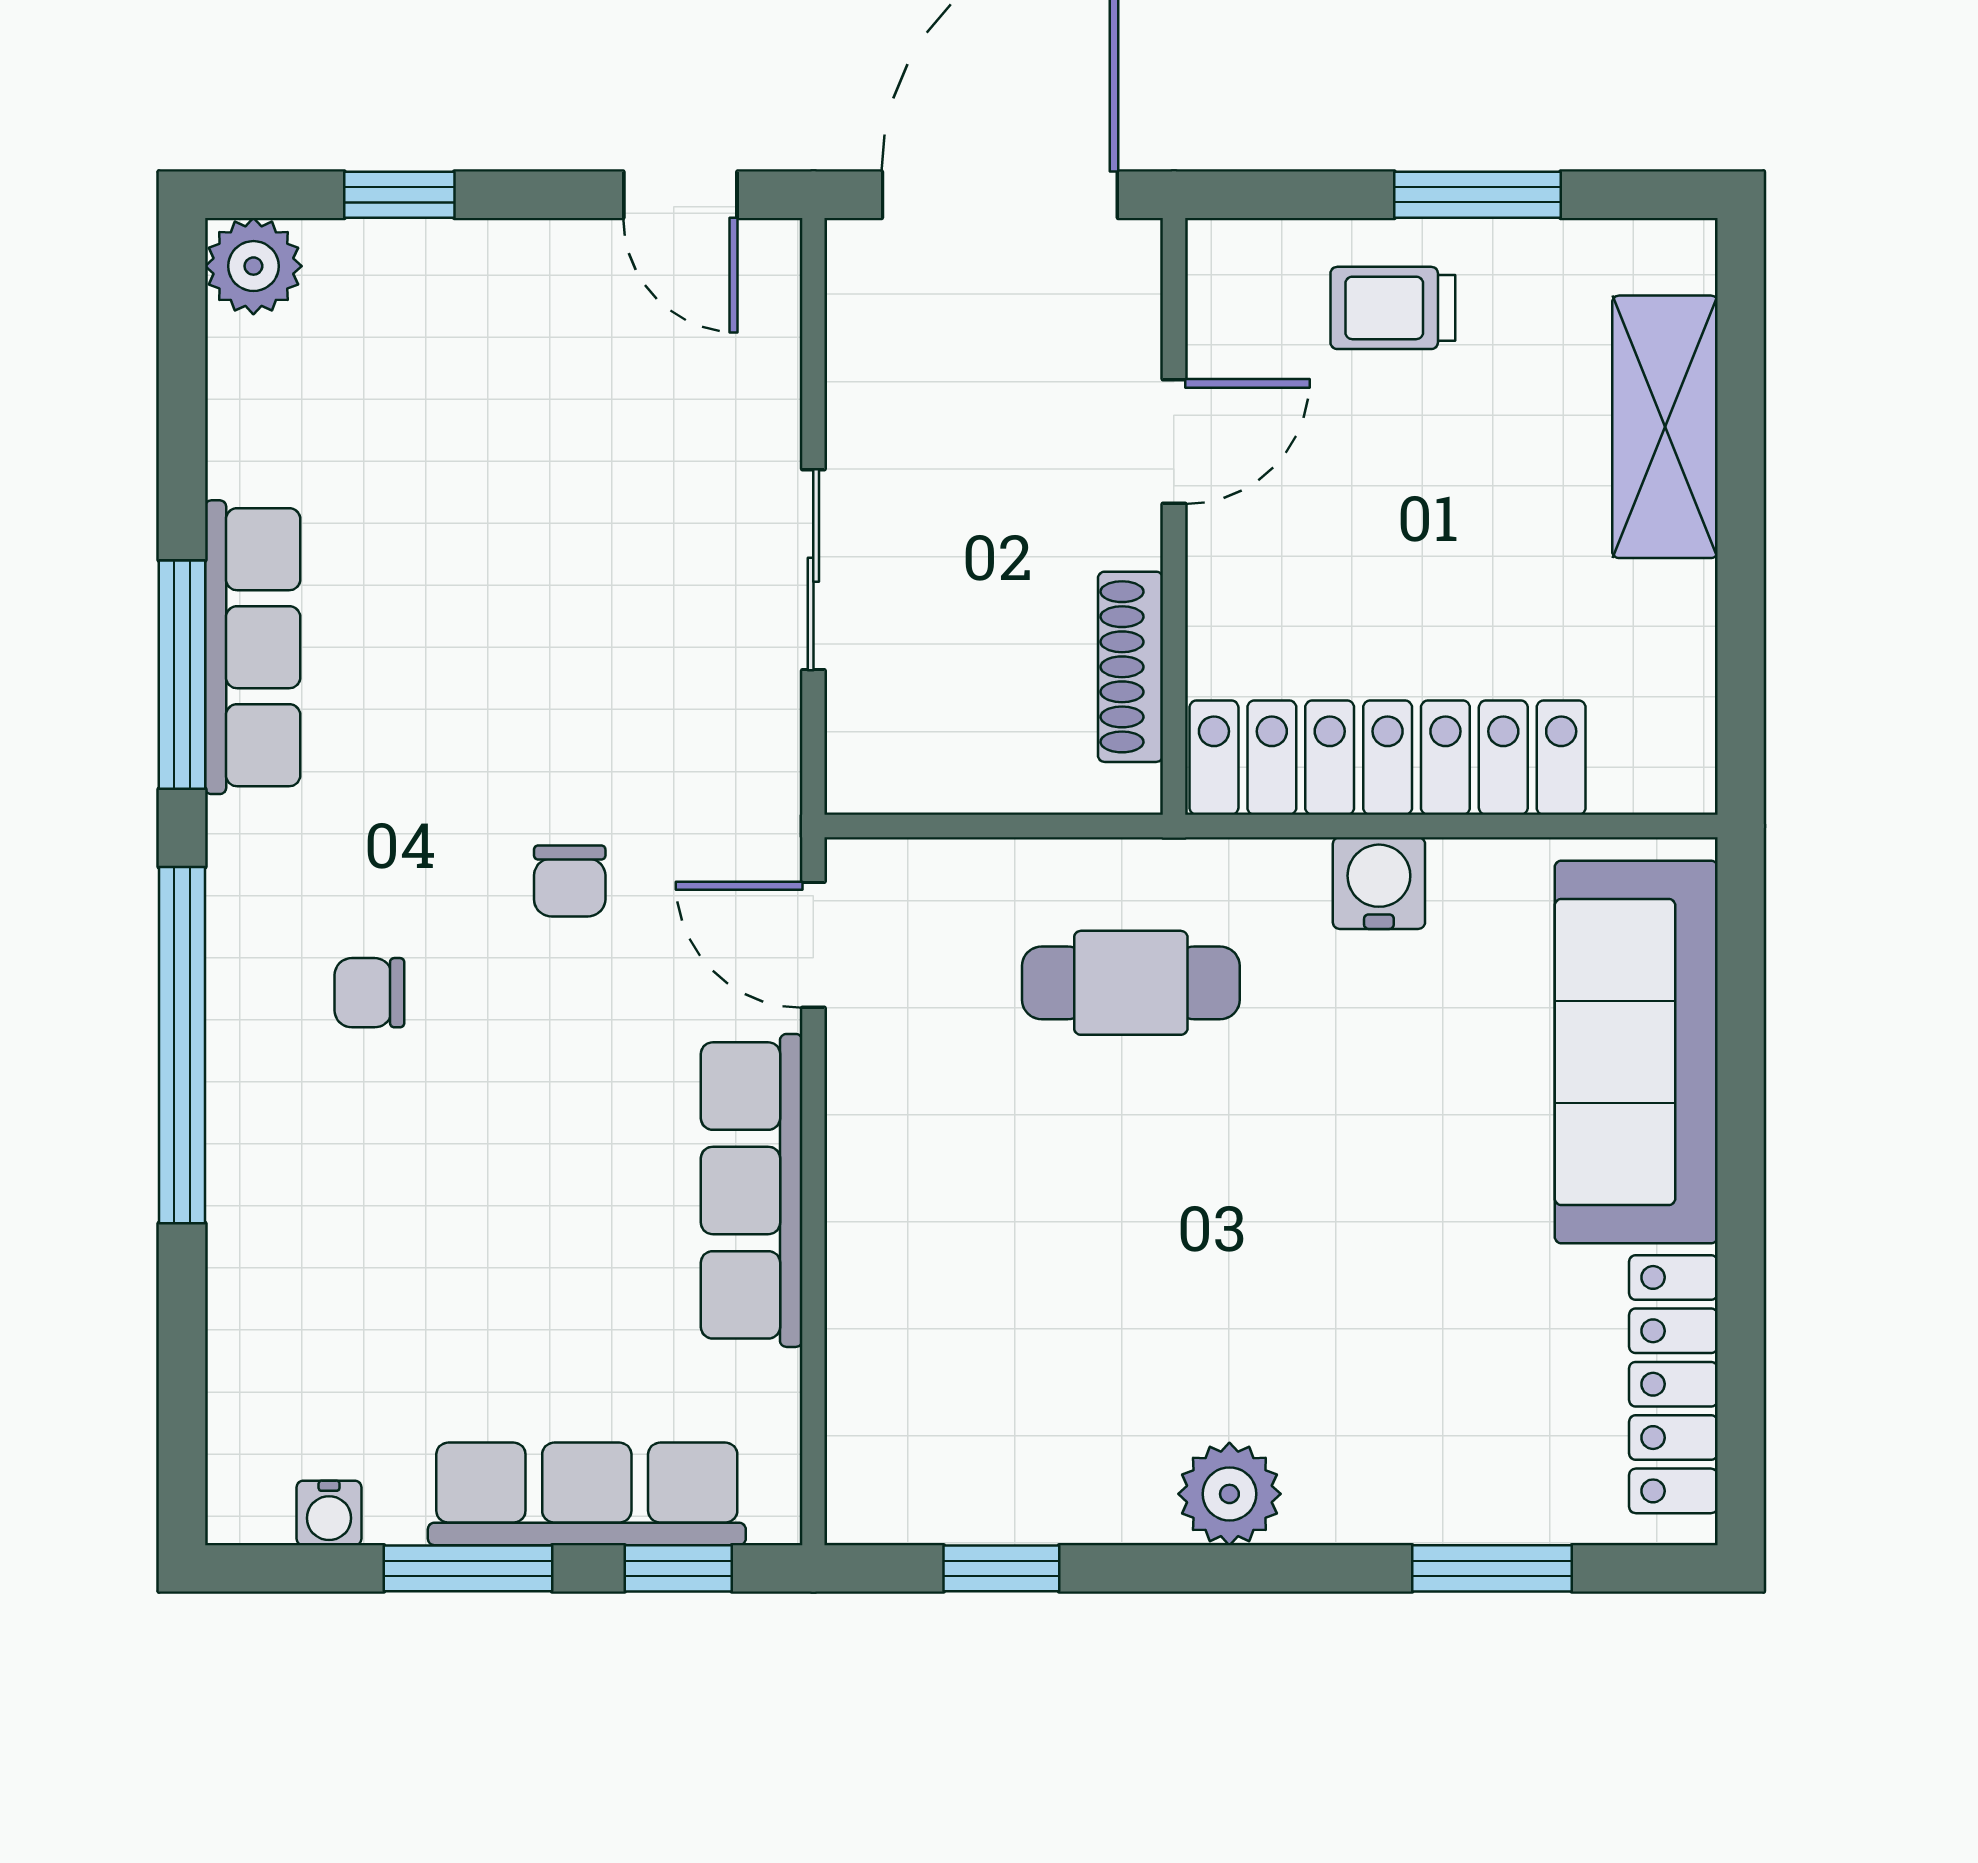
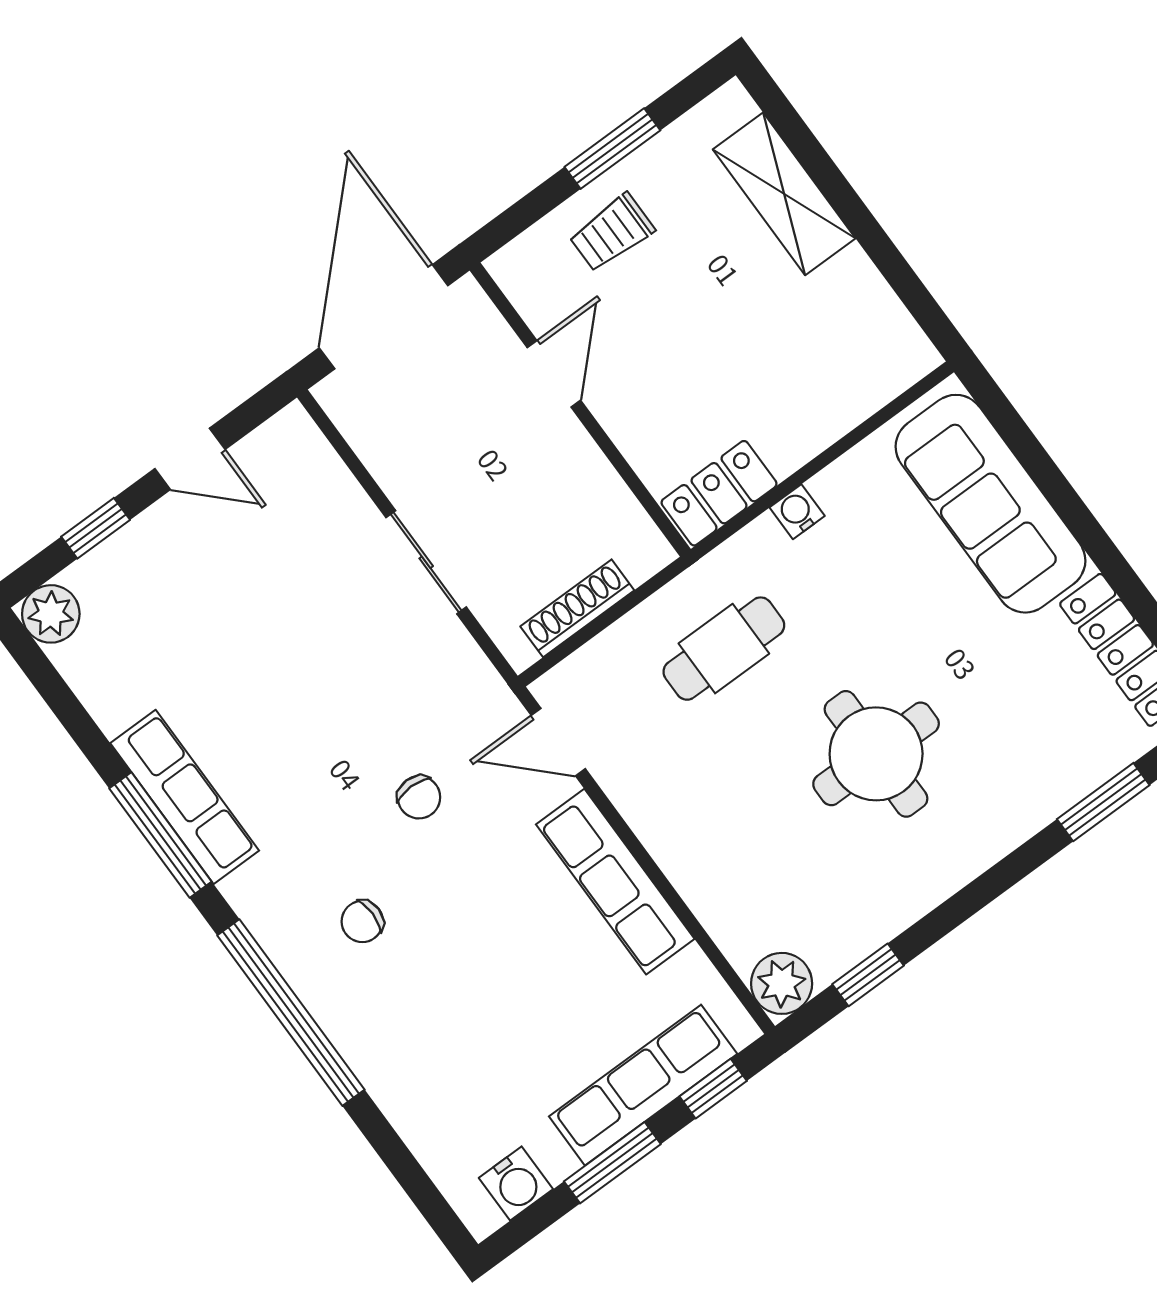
door: (680, 195) -> (190, 459), moved
shoe rack: (1130, 667) -> (577, 608), moved, turned 90
locker: (1388, 758) -> (719, 493), width x0.46, depth x0.83
water cooler: (1379, 883) -> (797, 512), width x0.72, depth x0.72
round table: (1232, 1277) -> (876, 754), added
plant: (1229, 1494) -> (782, 983), moved
water cooler: (329, 1513) -> (516, 1184), width x1.38, depth x1.38

